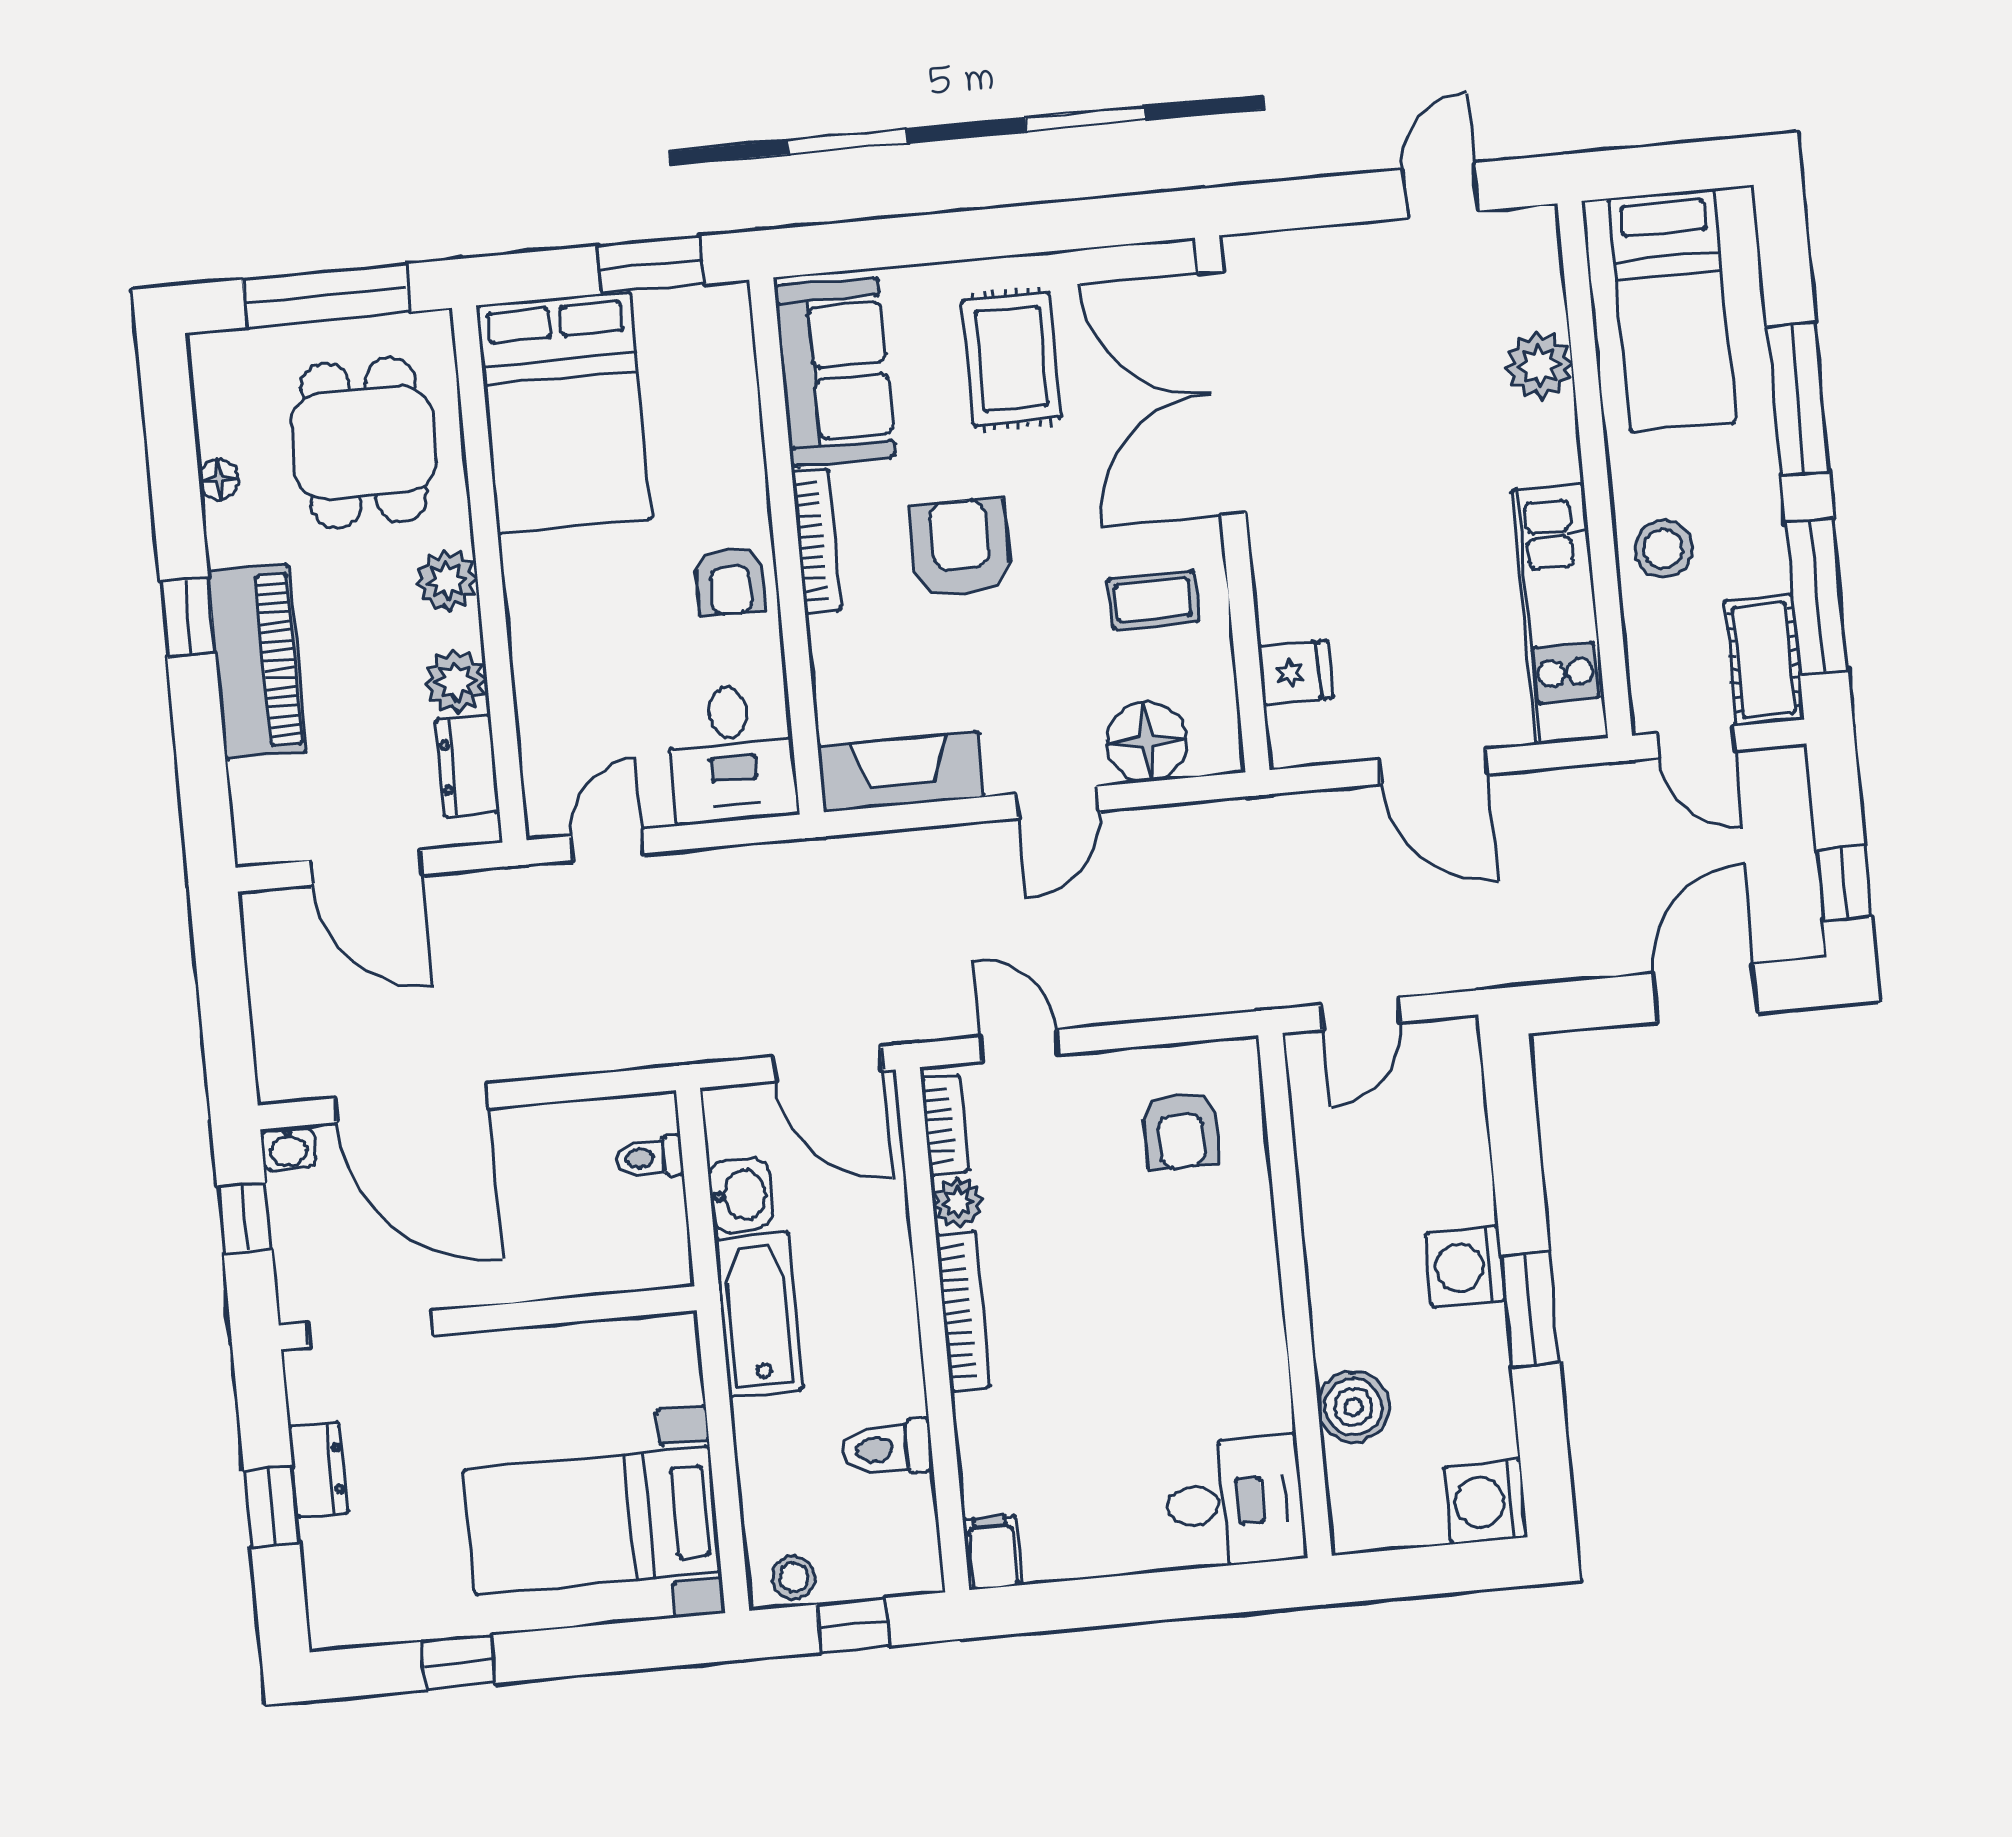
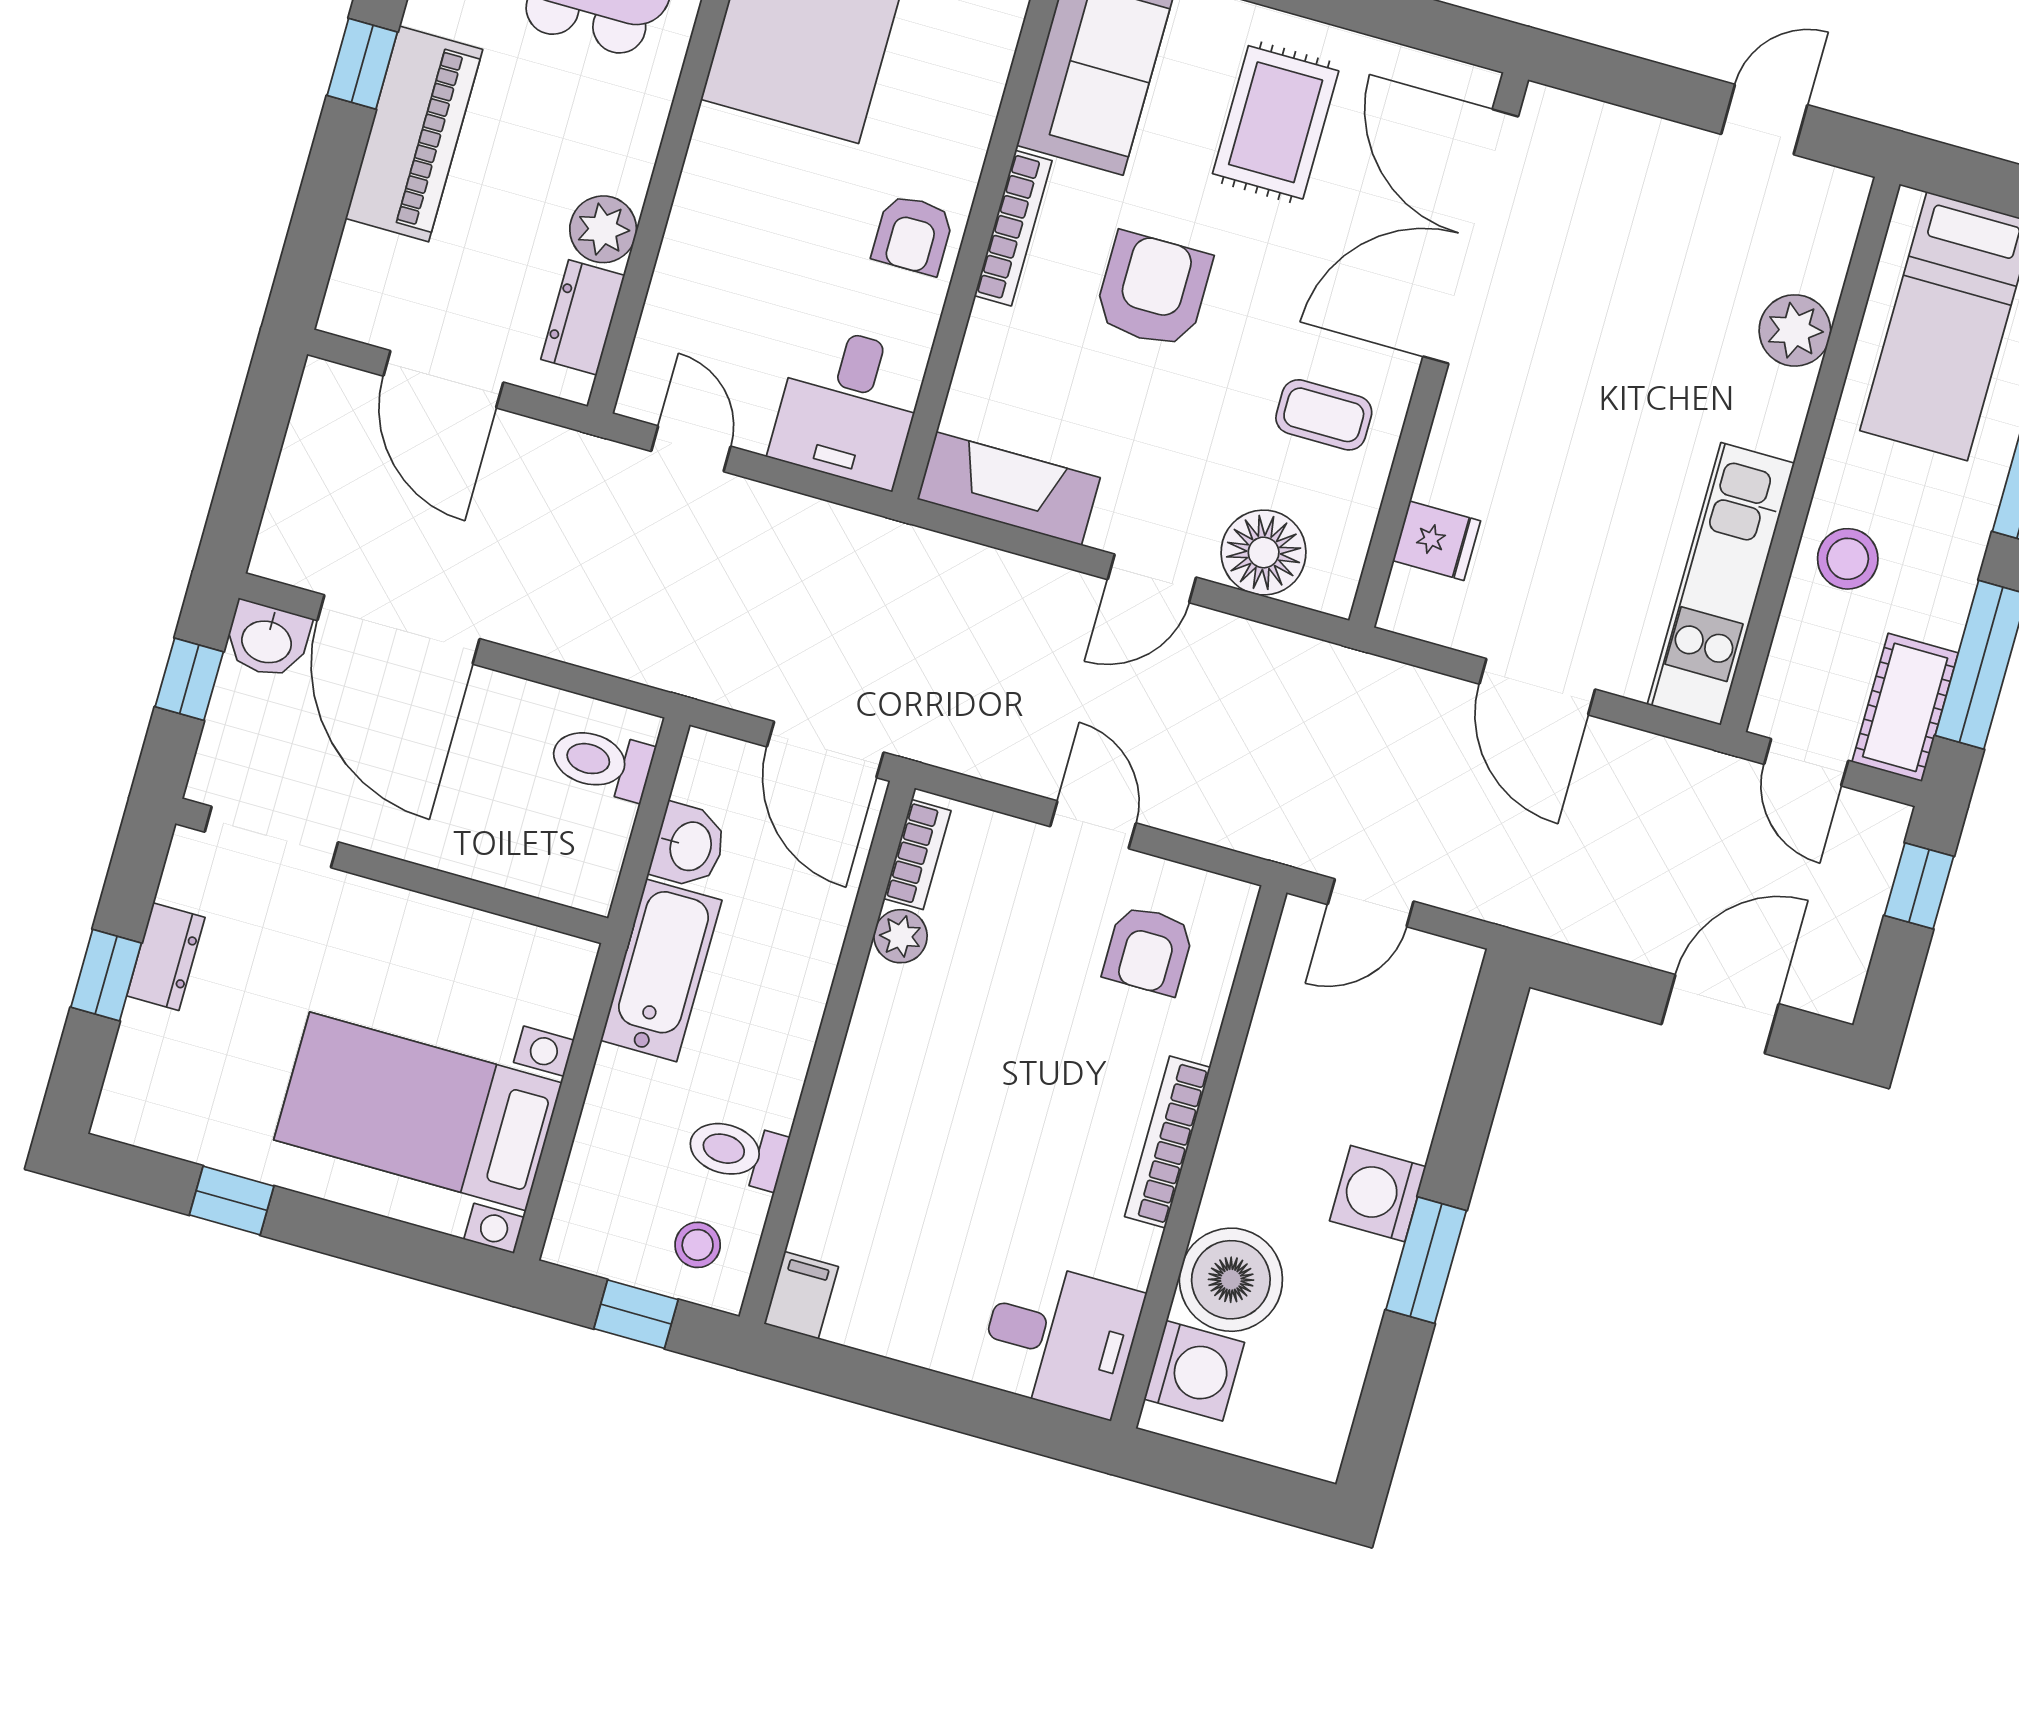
plant: (447, 581) -> (633, 126), removed
door: (608, 845) -> (691, 449), hinge flipped
window: (1844, 883) -> (1919, 886), moved
door: (1019, 1046) -> (1093, 825), moved
washbasin: (288, 1148) -> (267, 640), width x1.38, depth x1.45
toilet: (649, 1157) -> (601, 762), width x1.37, depth x1.39
bookcase: (963, 1311) -> (1168, 1142), moved, turned 180
boiler: (1353, 1407) -> (1231, 1280), width x1.37, depth x1.37
washing machine: (1486, 1502) -> (1194, 1371), moved, turned 180
stool: (794, 1577) -> (698, 1245), moved

